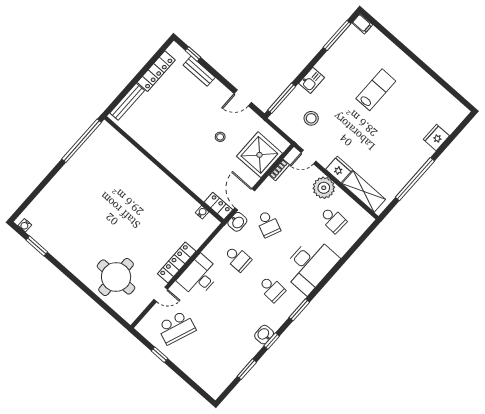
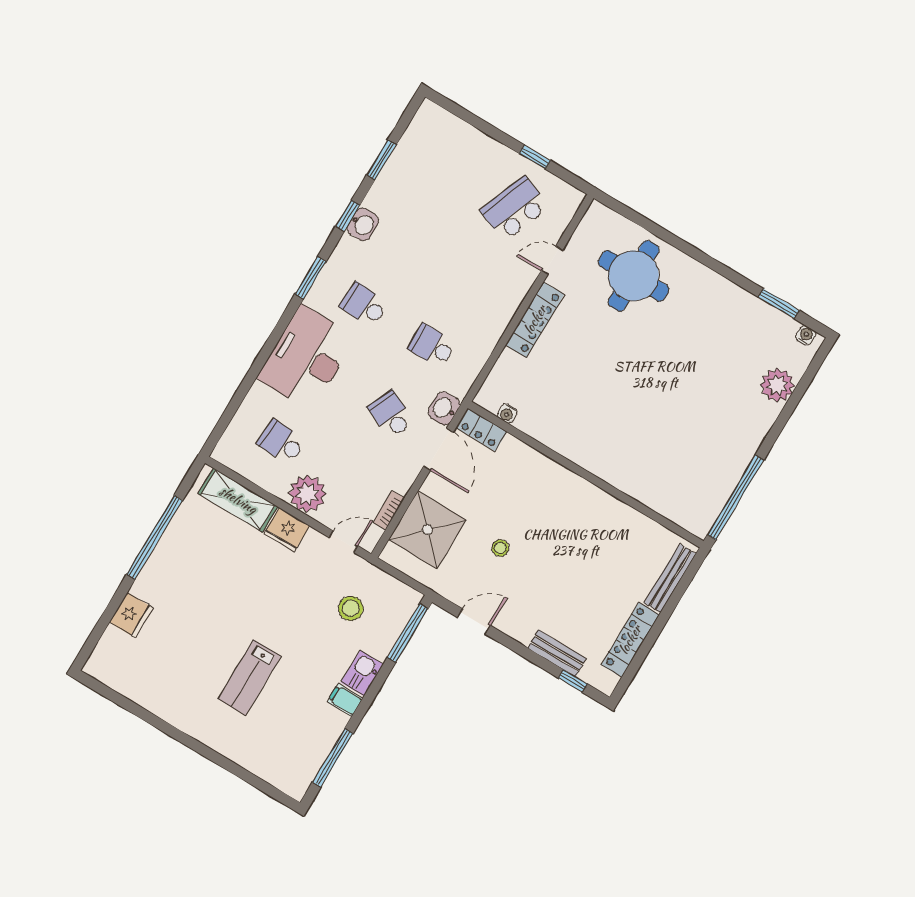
filing cabinet: (362, 24) -> (345, 700), moved
plant: (46, 200) -> (777, 385), added
desk: (199, 276) -> (492, 303), removed

